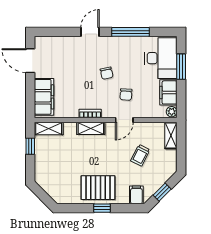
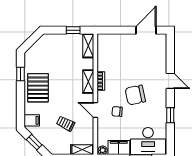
window: (130, 32) -> (170, 115), width x0.46
chair: (107, 73) -> (135, 95), width x1.87, depth x1.87
filing cabinet: (44, 97) -> (115, 42), removed
window: (102, 208) -> (21, 74), moved

